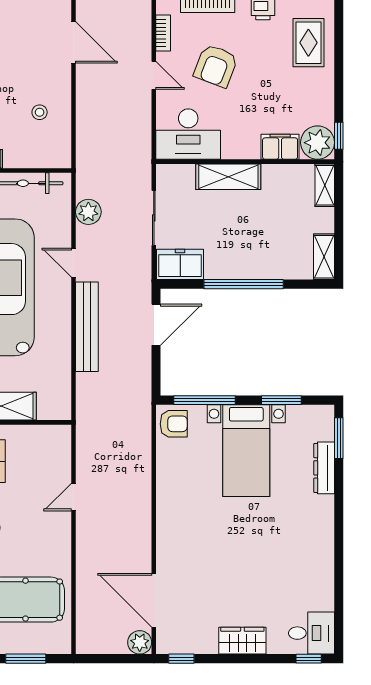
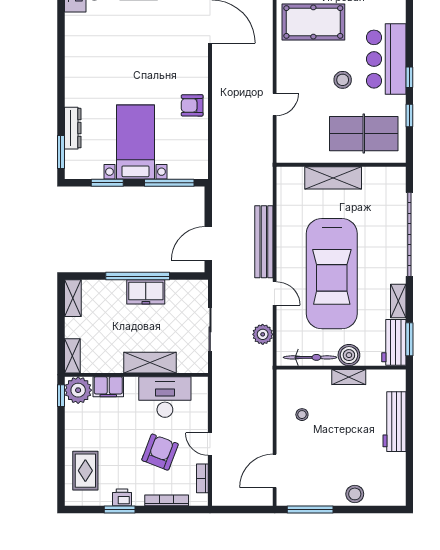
door: (74, 42) -> (275, 471), hinge flipped
desk: (188, 134) -> (165, 397), moved
freezer: (180, 264) -> (146, 292), moved
armchair: (174, 424) -> (192, 105), moved

